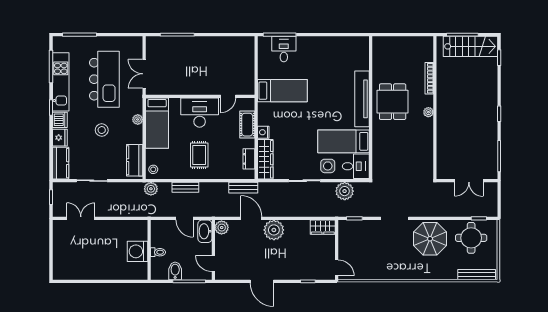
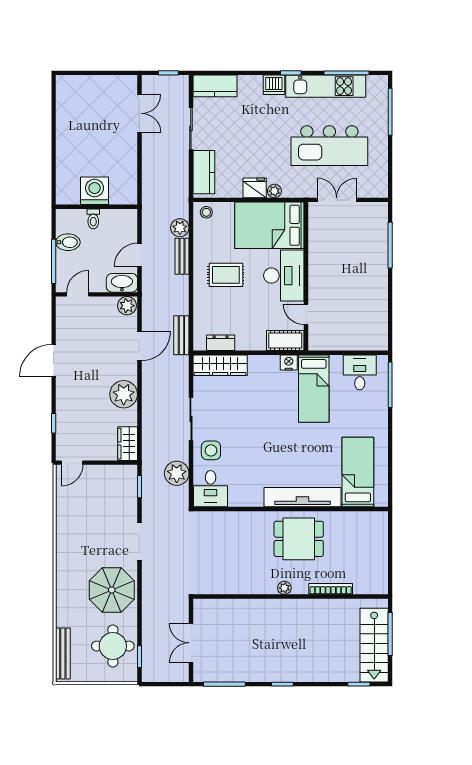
desk: (284, 49) -> (360, 372), moved, turned -90
bed: (157, 123) -> (269, 225), width x1.50
cot: (247, 125) -> (285, 341), moved
stool: (102, 130) -> (260, 142), removed
nightstand: (263, 132) -> (289, 362), moved
fridge: (60, 138) -> (255, 188), moved, turned 180
bed: (344, 141) -> (358, 472), moved
kitchen counter: (135, 160) -> (204, 172), moved, turned 90
plant: (151, 189) -> (180, 228), moved
plant: (274, 230) -> (124, 394), moved

